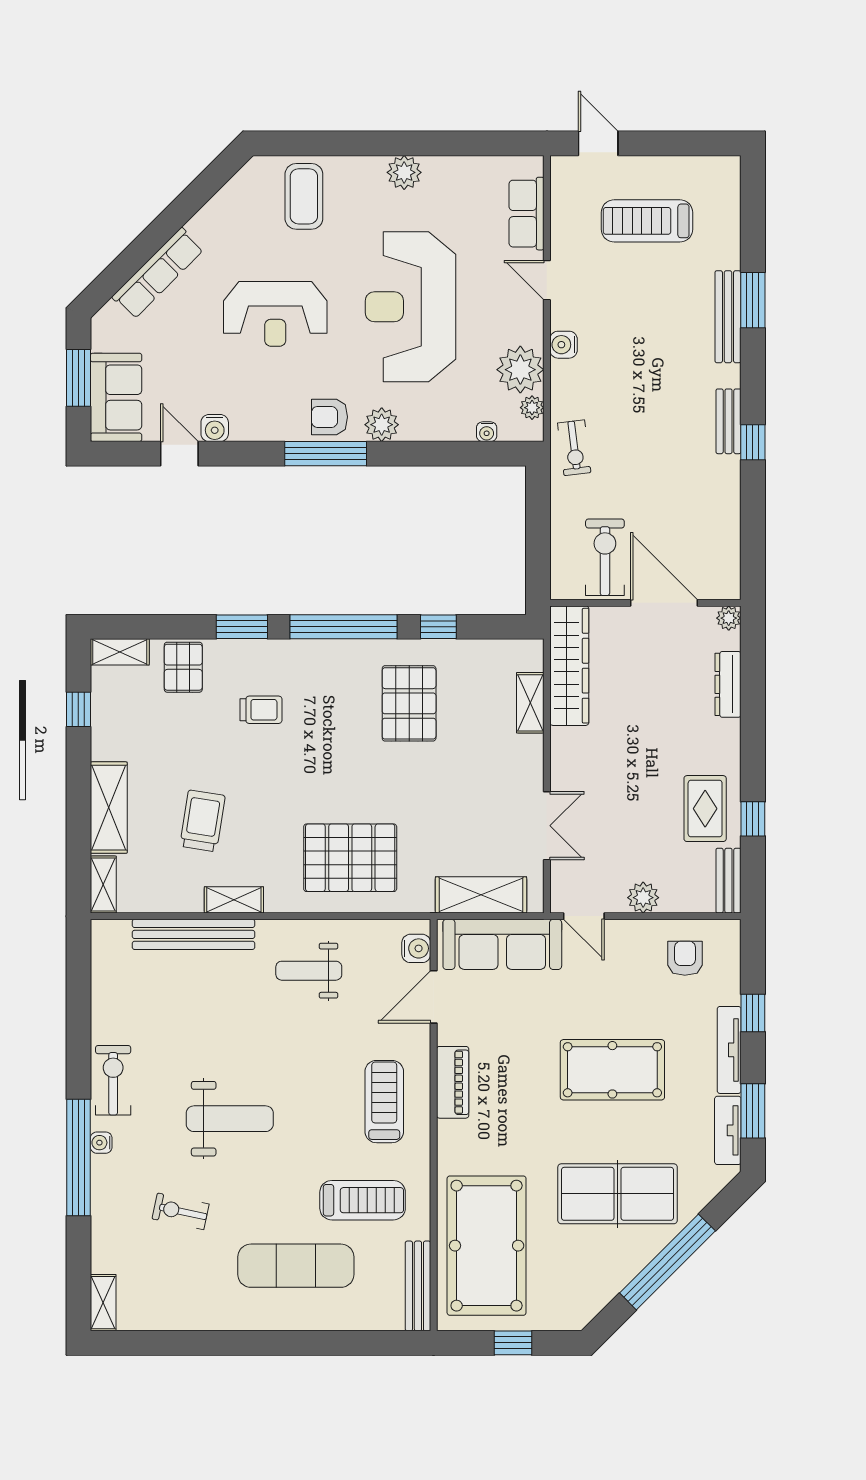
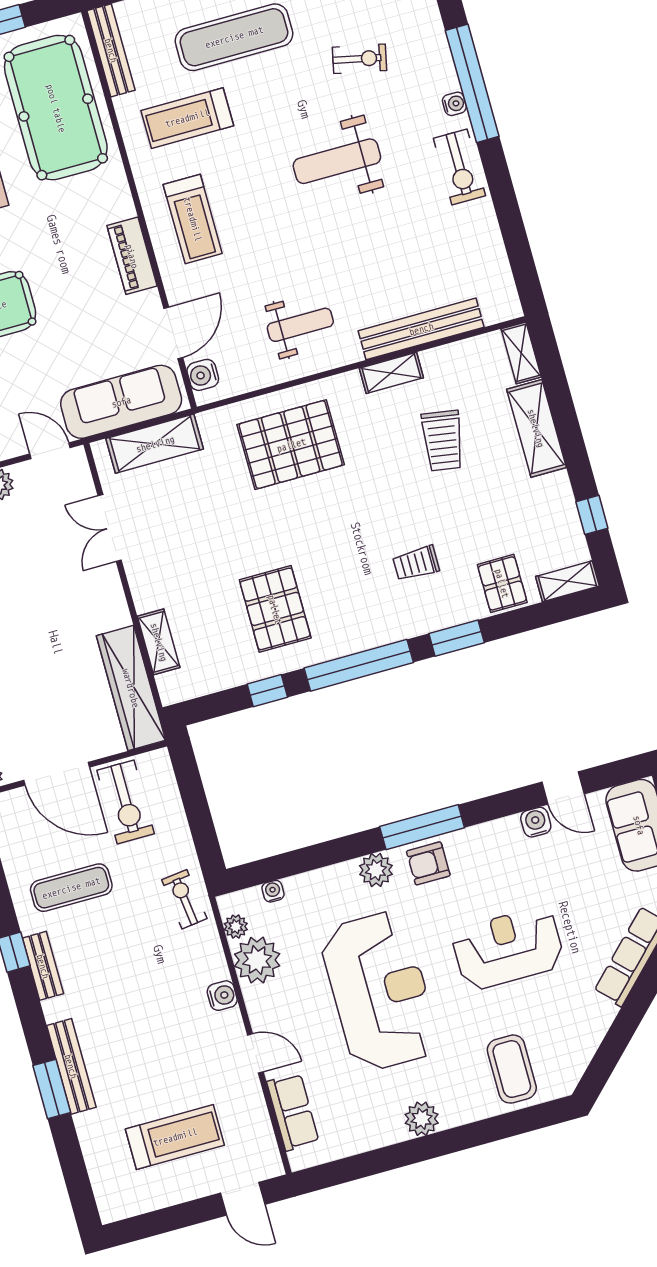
armchair: (329, 417) -> (428, 863), turned 180
exercise mat: (680, 489) -> (71, 888), added

